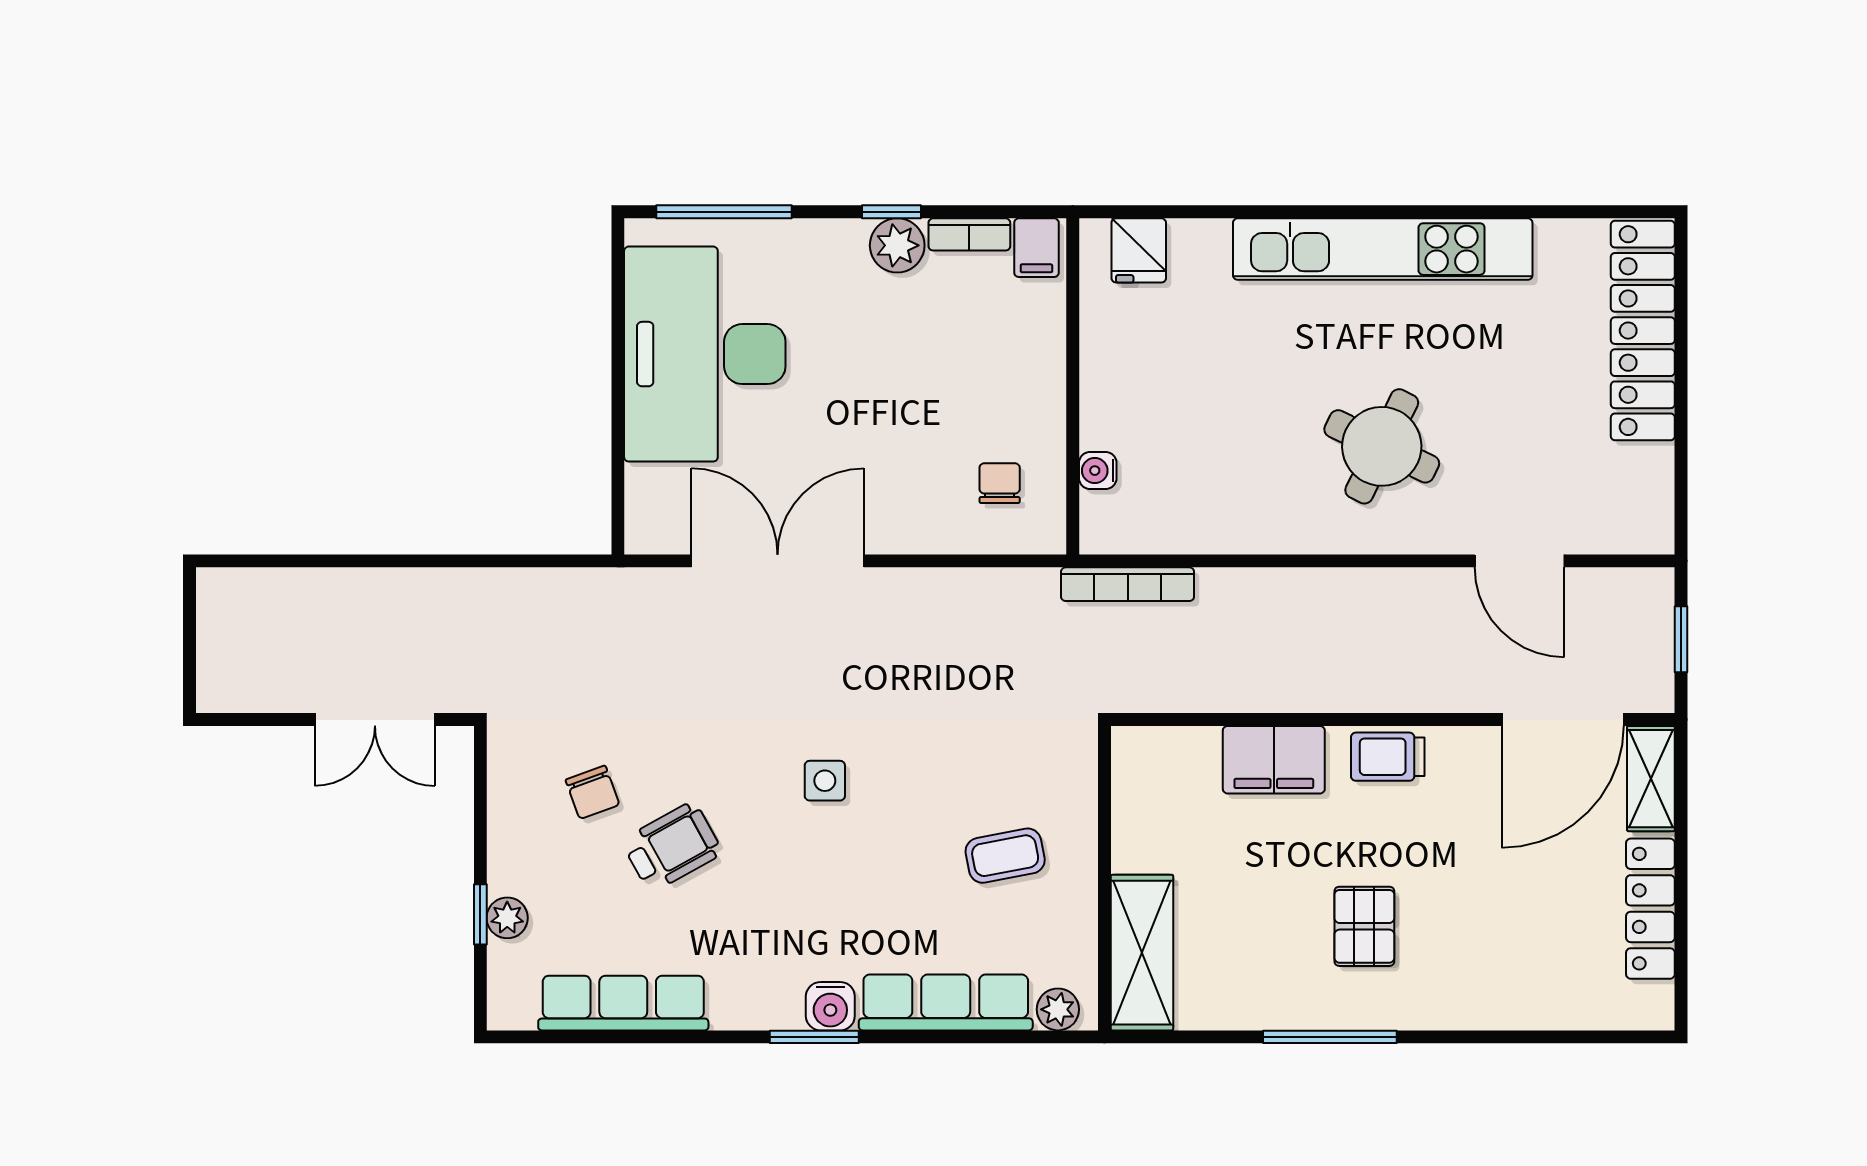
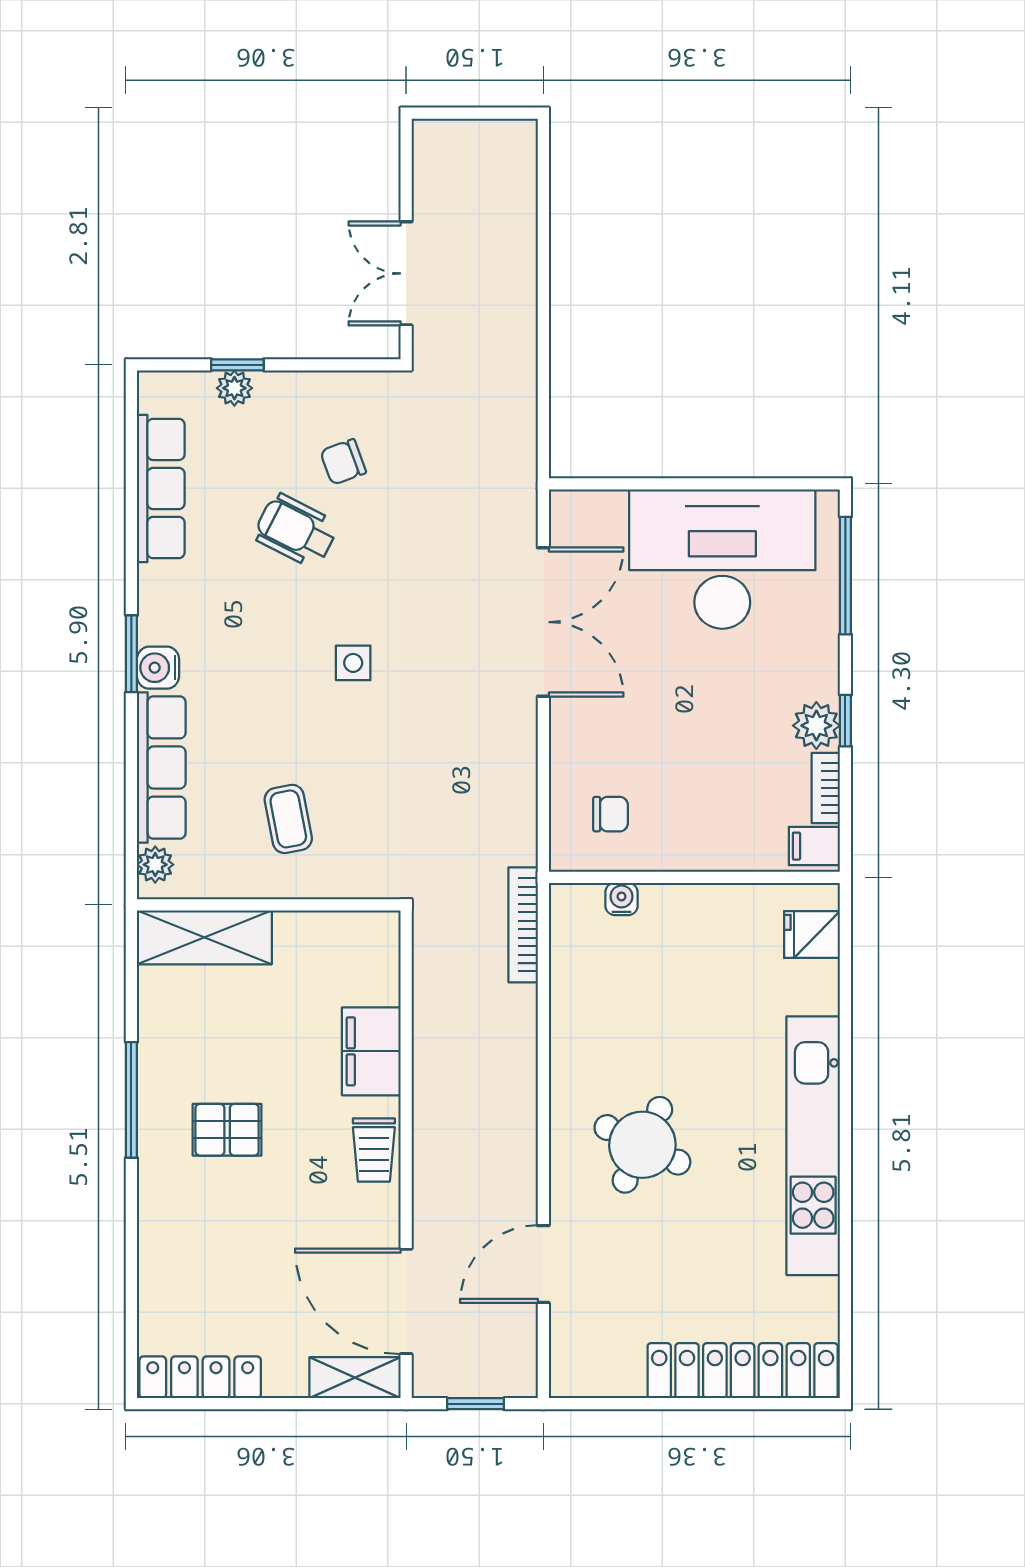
trolley: (1388, 757) -> (374, 1150), turned 180
wheelchair: (672, 847) -> (296, 531), turned 146
locker: (1650, 909) -> (200, 1377), moved

